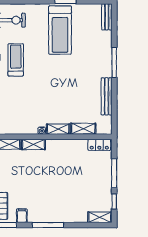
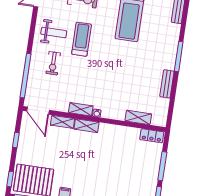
bench: (107, 96) -> (167, 84), width x0.73
shelving: (58, 129) -> (81, 109), moved

